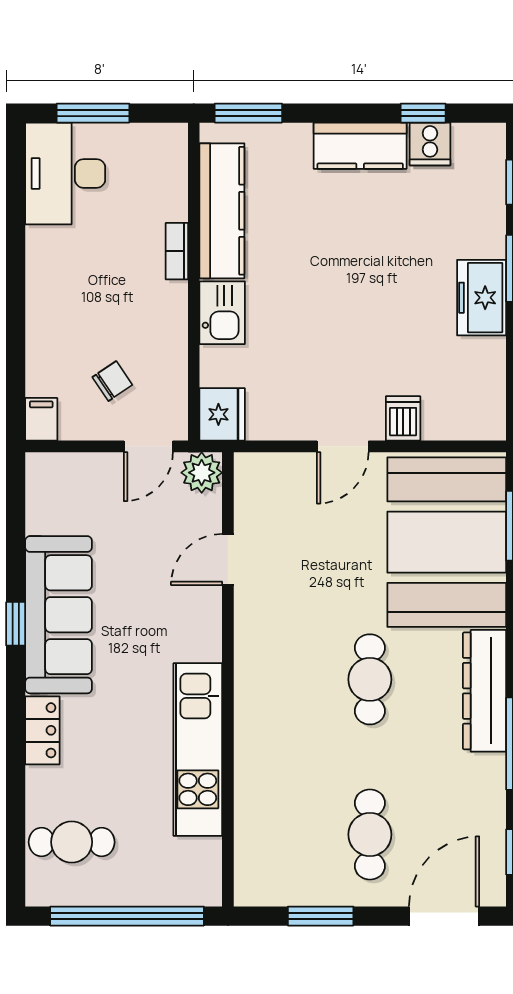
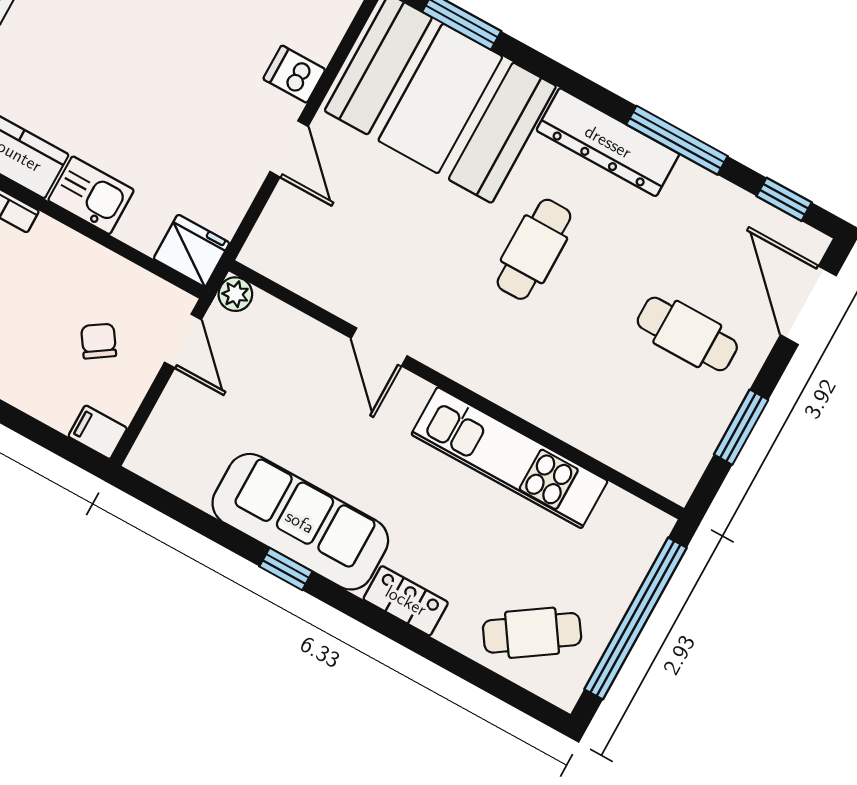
plant: (202, 473) -> (235, 294), width x0.73, depth x0.73
door: (228, 559) -> (379, 347), moved
cafe table: (370, 679) -> (534, 249), turned 90
cafe table: (72, 842) -> (532, 633), turned 56

